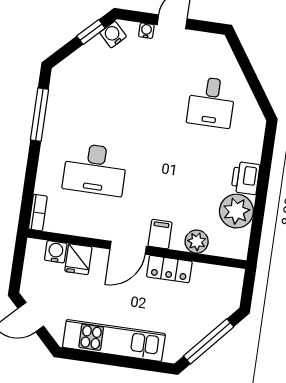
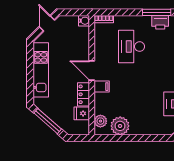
printer: (246, 178) -> (160, 22), moved, turned 180
plant: (197, 242) -> (100, 121), moved
water cooler: (56, 252) -> (84, 21), moved
fridge: (78, 259) -> (82, 113), moved

